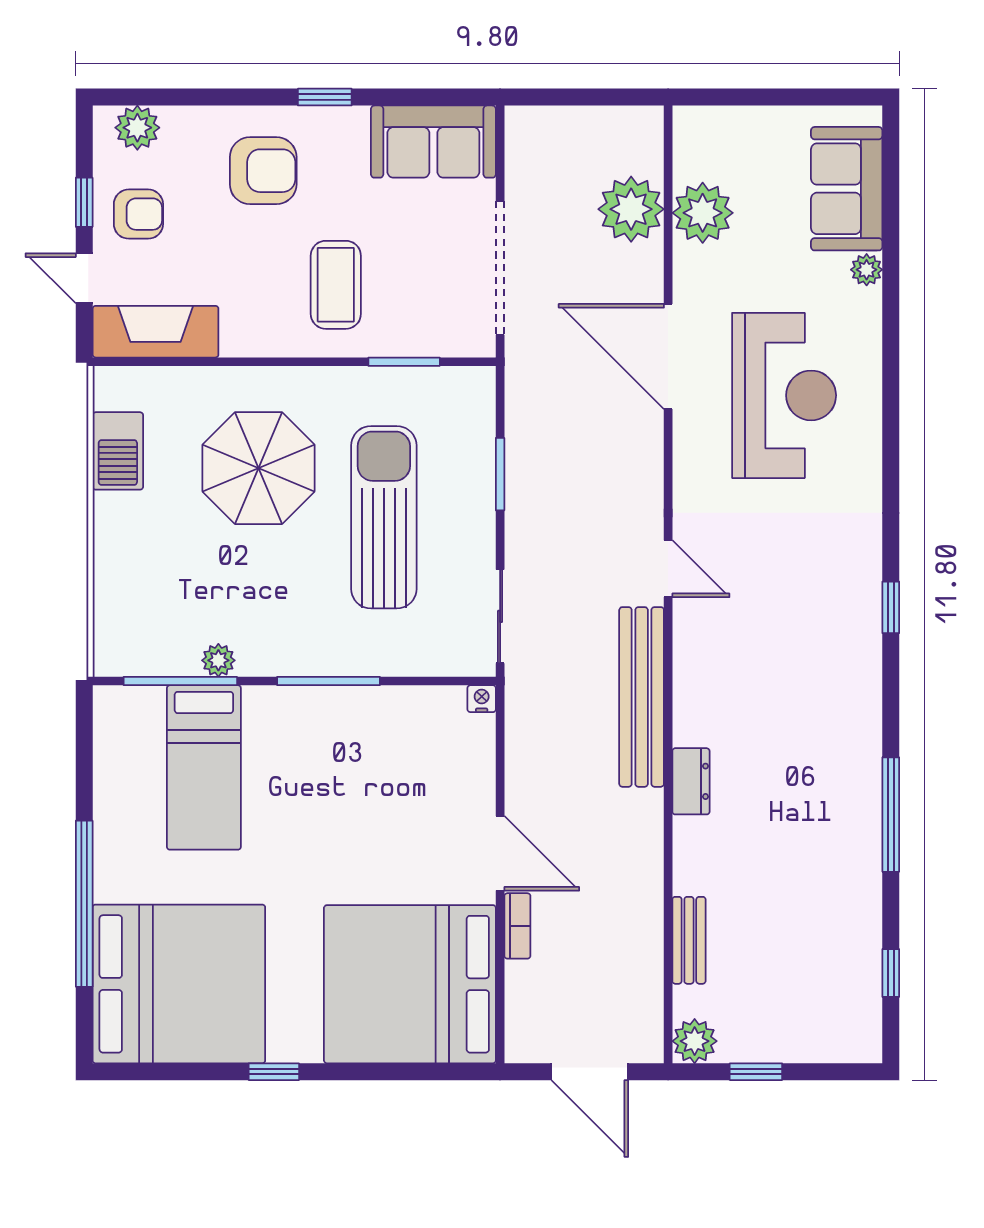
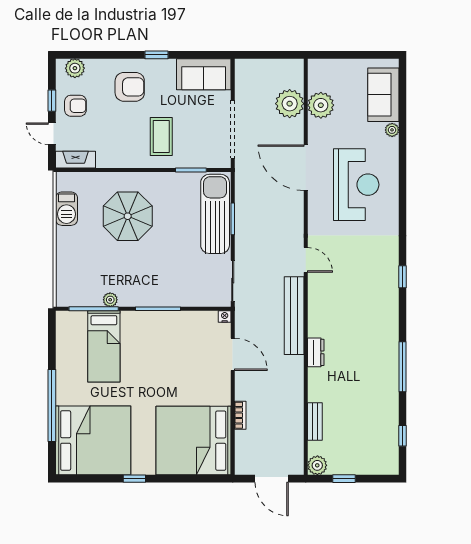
fireplace: (156, 332) -> (75, 160), width x0.73, depth x0.76
sun lounger: (384, 517) -> (215, 214), moved
door: (500, 853) -> (233, 354), moved

